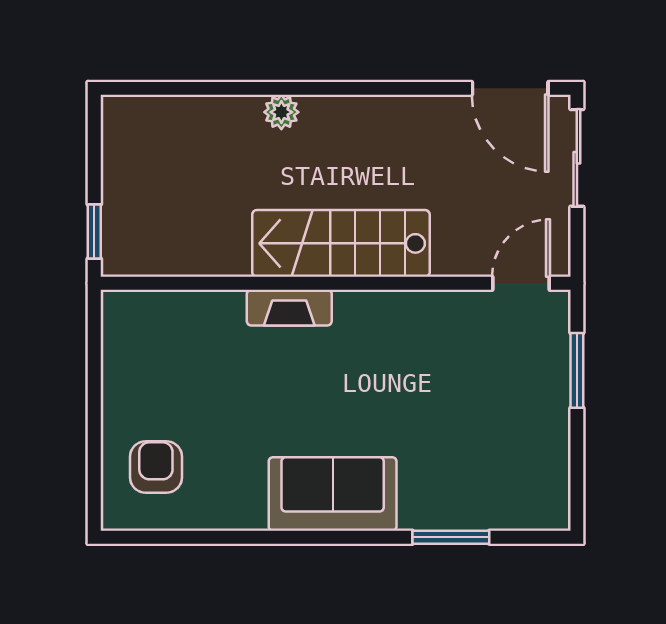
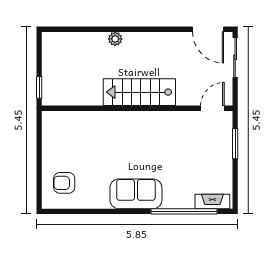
fireplace: (289, 308) -> (212, 201), moved, turned 180
armchair: (156, 467) -> (64, 183), turned -90
window: (451, 537) -> (184, 211), width x2.11

